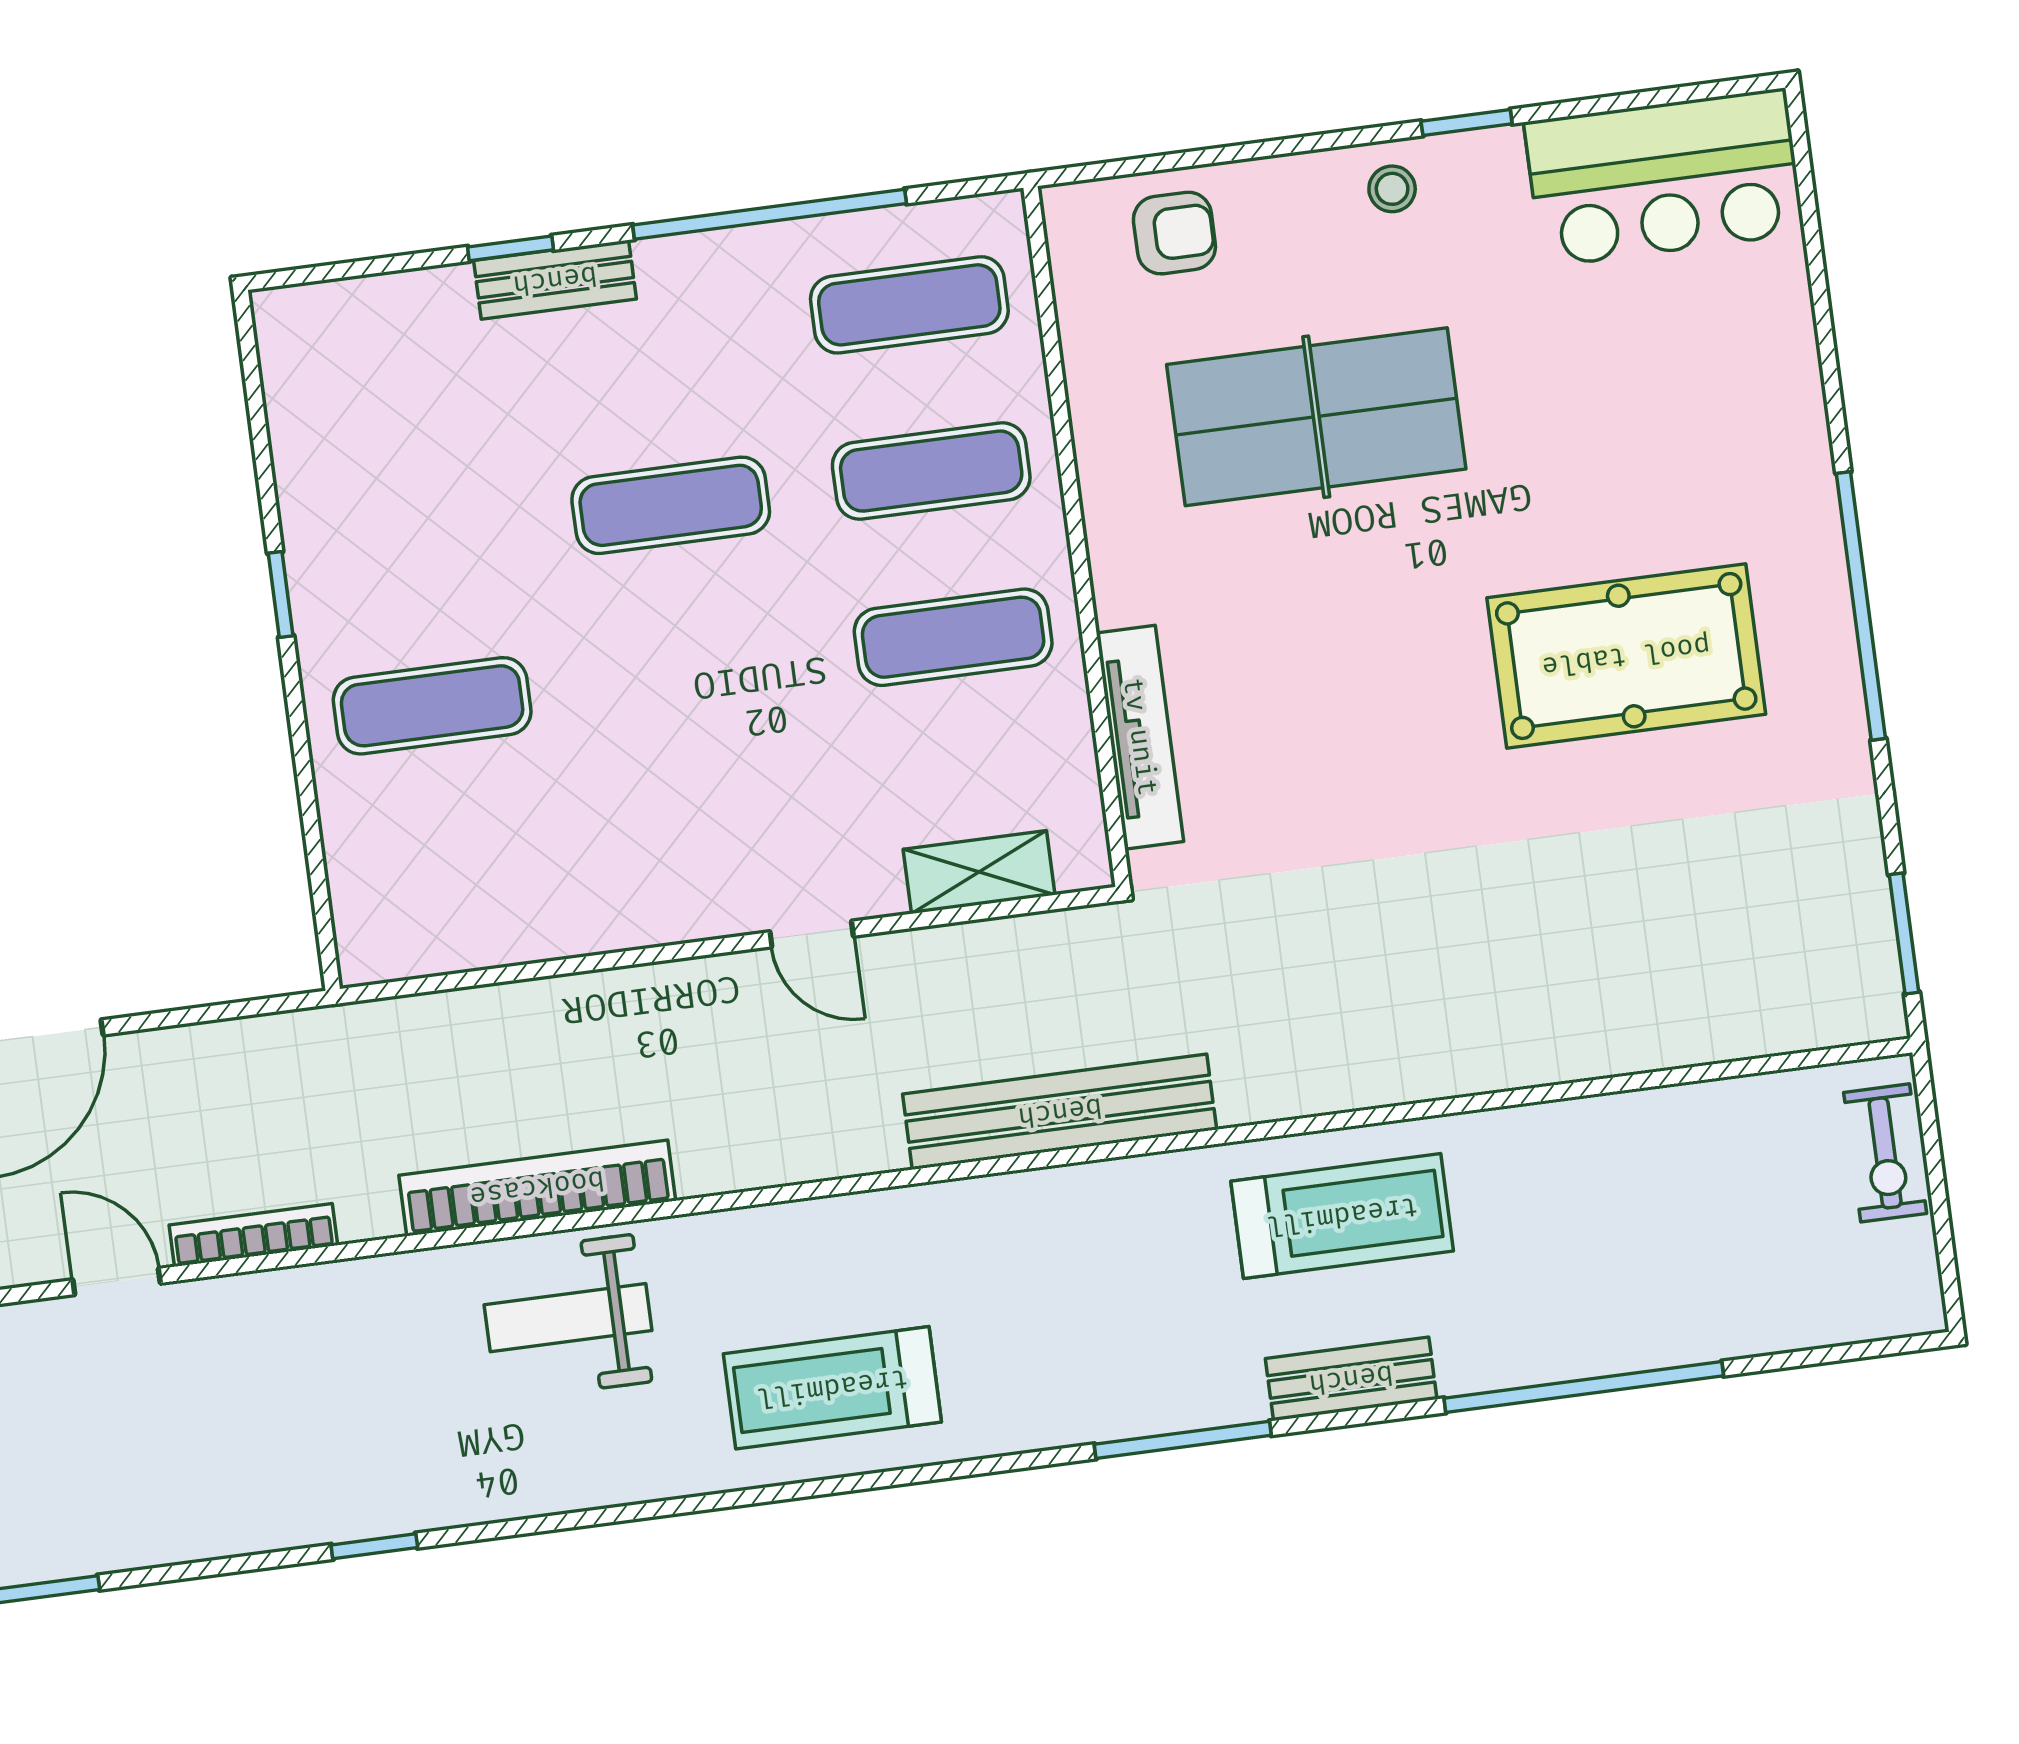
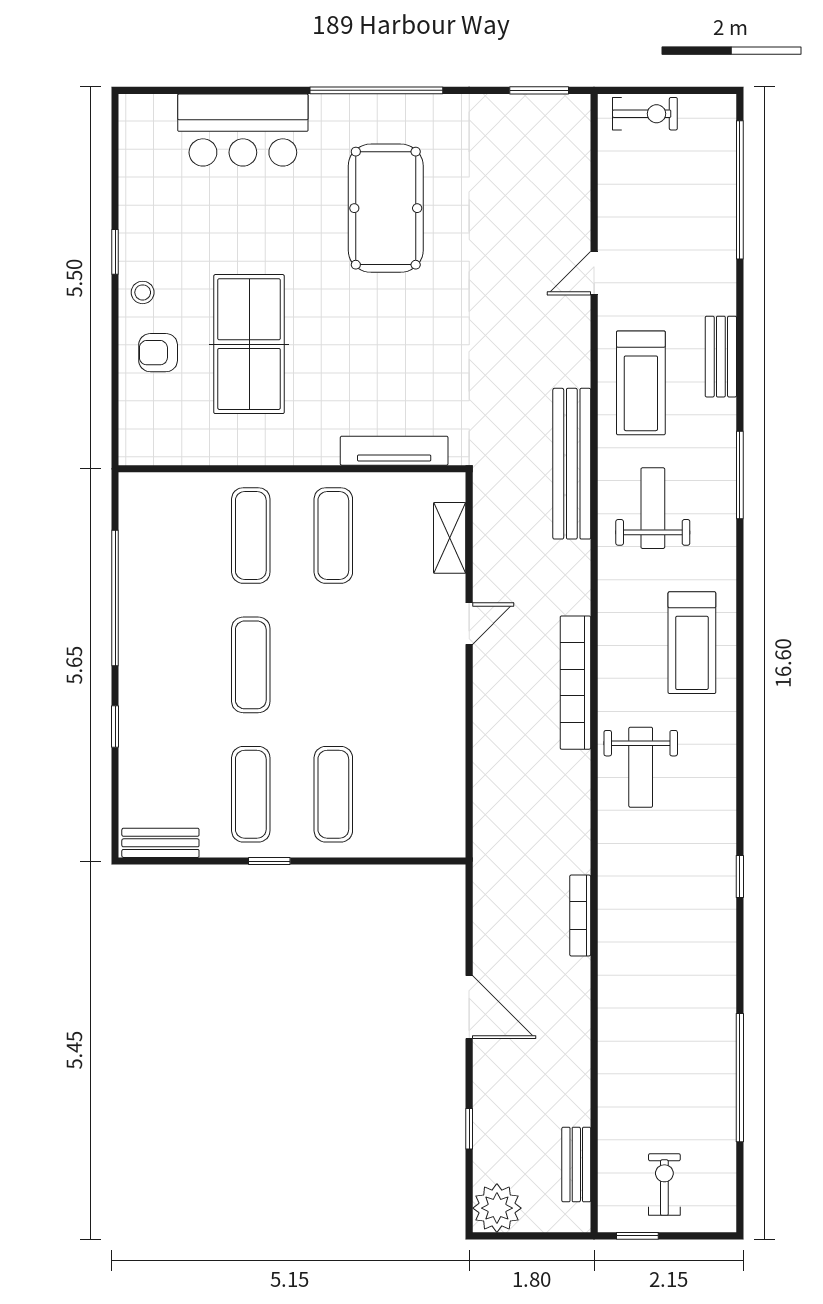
bar counter: (1664, 178) -> (243, 130), moved, turned 90
armchair: (1174, 233) -> (158, 353), moved, turned -90
bench: (555, 280) -> (160, 843), moved, turned 90
exercise mat: (909, 305) -> (251, 794), moved
bench: (1060, 1112) -> (572, 464), moved
bookcase: (537, 1188) -> (575, 683), moved
treadmill: (1342, 1216) -> (641, 383), turned 180
weight bench: (1093, 1273) -> (653, 508), added
door: (117, 1281) -> (594, 273), moved
bench: (1351, 1379) -> (721, 357), moved
window: (1584, 1387) -> (740, 190), moved

